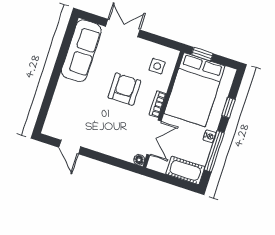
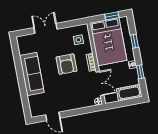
sofa: (81, 51) -> (32, 74), moved
window: (202, 54) -> (112, 16), moved
armchair: (124, 89) -> (66, 64), turned 180
window: (214, 151) -> (140, 72), width x0.46

